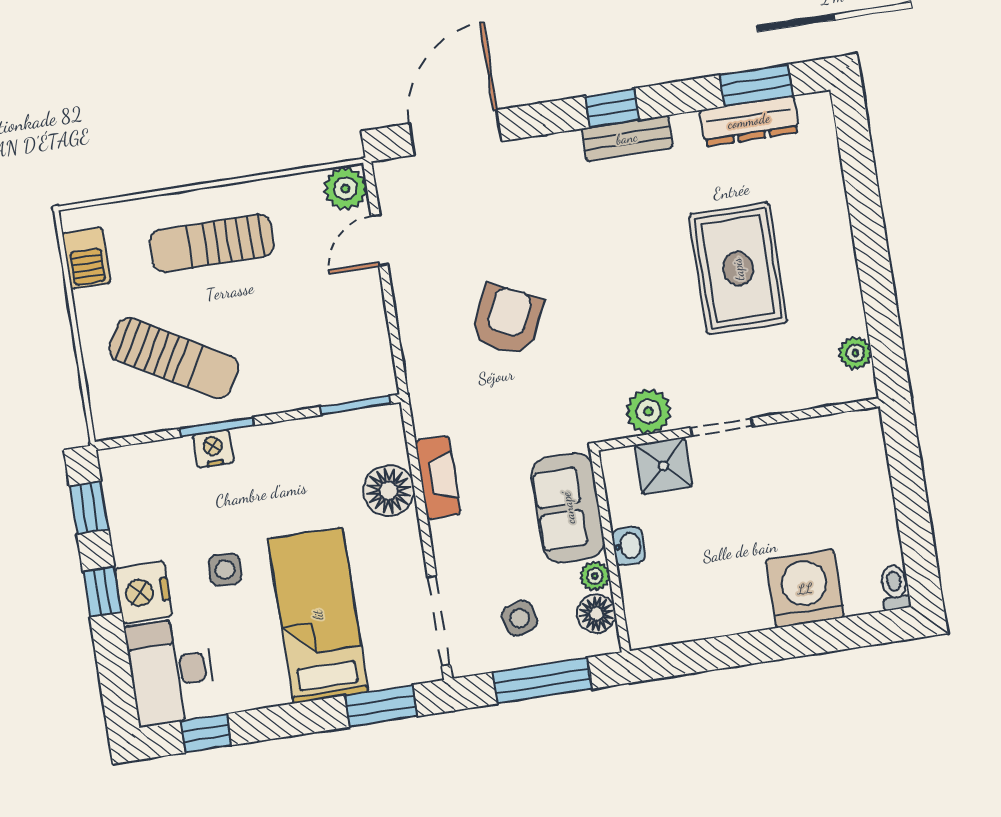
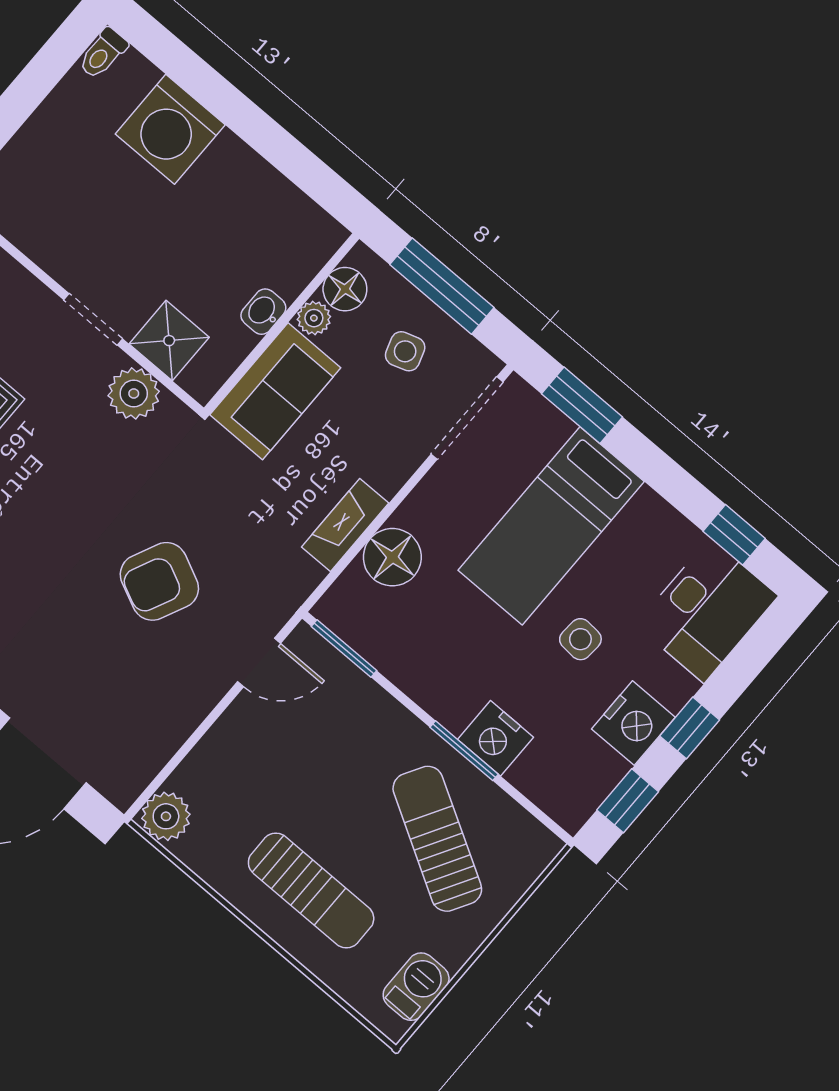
door: (379, 240) -> (259, 663), moved
nightstand: (213, 449) -> (496, 738), width x1.36, depth x1.33
nightstand: (143, 592) -> (633, 723), moved

